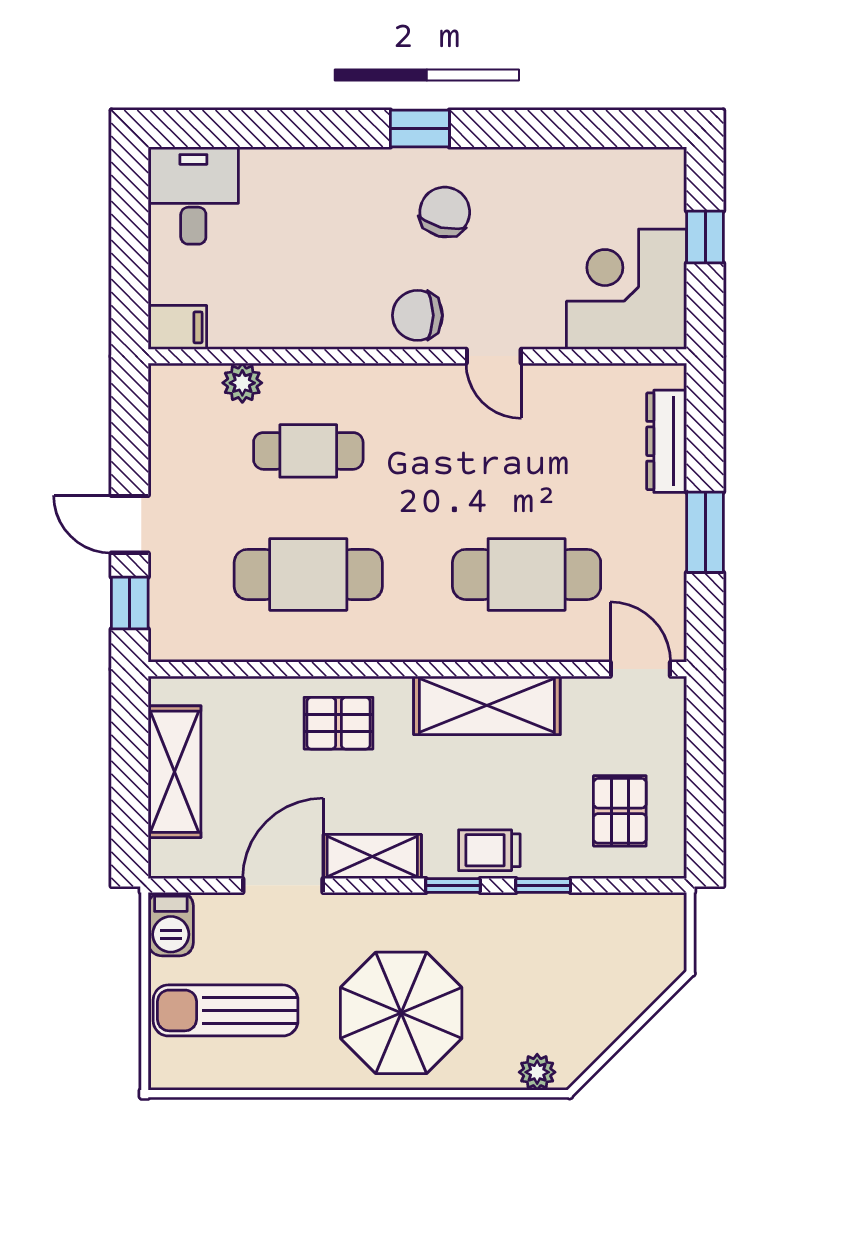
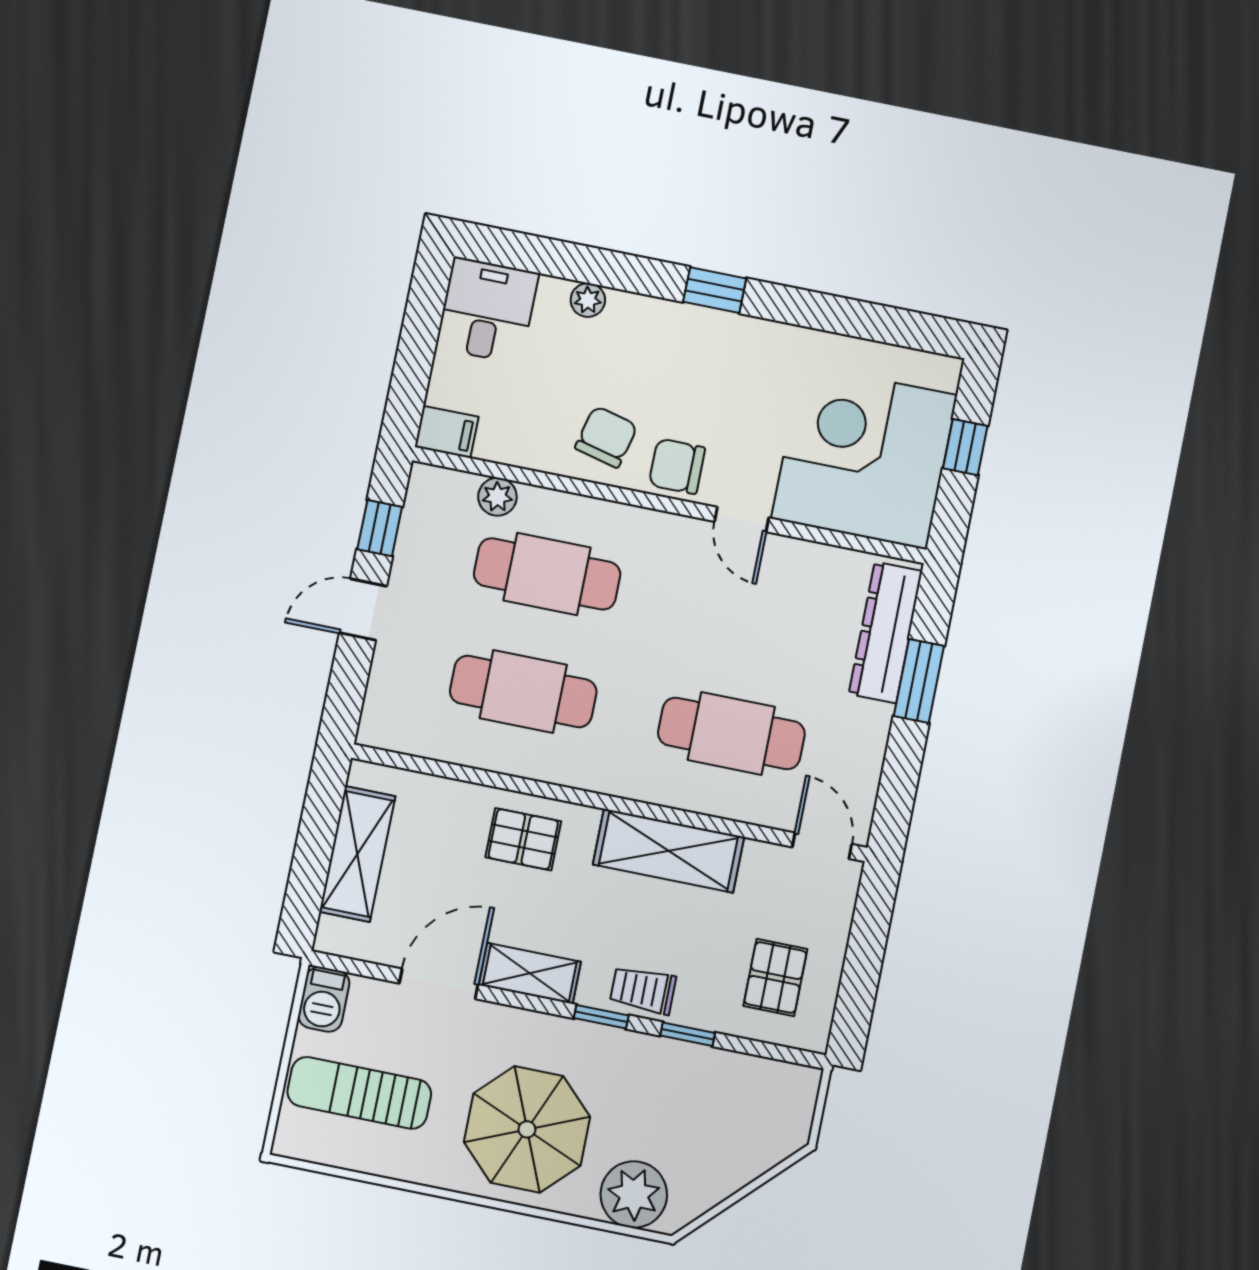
plant: (293, 164) -> (588, 300), added
chair: (445, 212) -> (606, 437), moved
corner desk: (627, 289) -> (864, 457), width x1.36, depth x1.36
dresser: (667, 441) -> (886, 633), width x1.37, depth x1.24
cafe table: (308, 451) -> (547, 574), width x1.37, depth x1.35
door: (130, 524) -> (363, 609), hinge flipped
window: (705, 532) -> (919, 681), moved
window: (130, 603) -> (380, 528), moved
plant: (537, 1072) -> (634, 1195), width x1.88, depth x1.88

